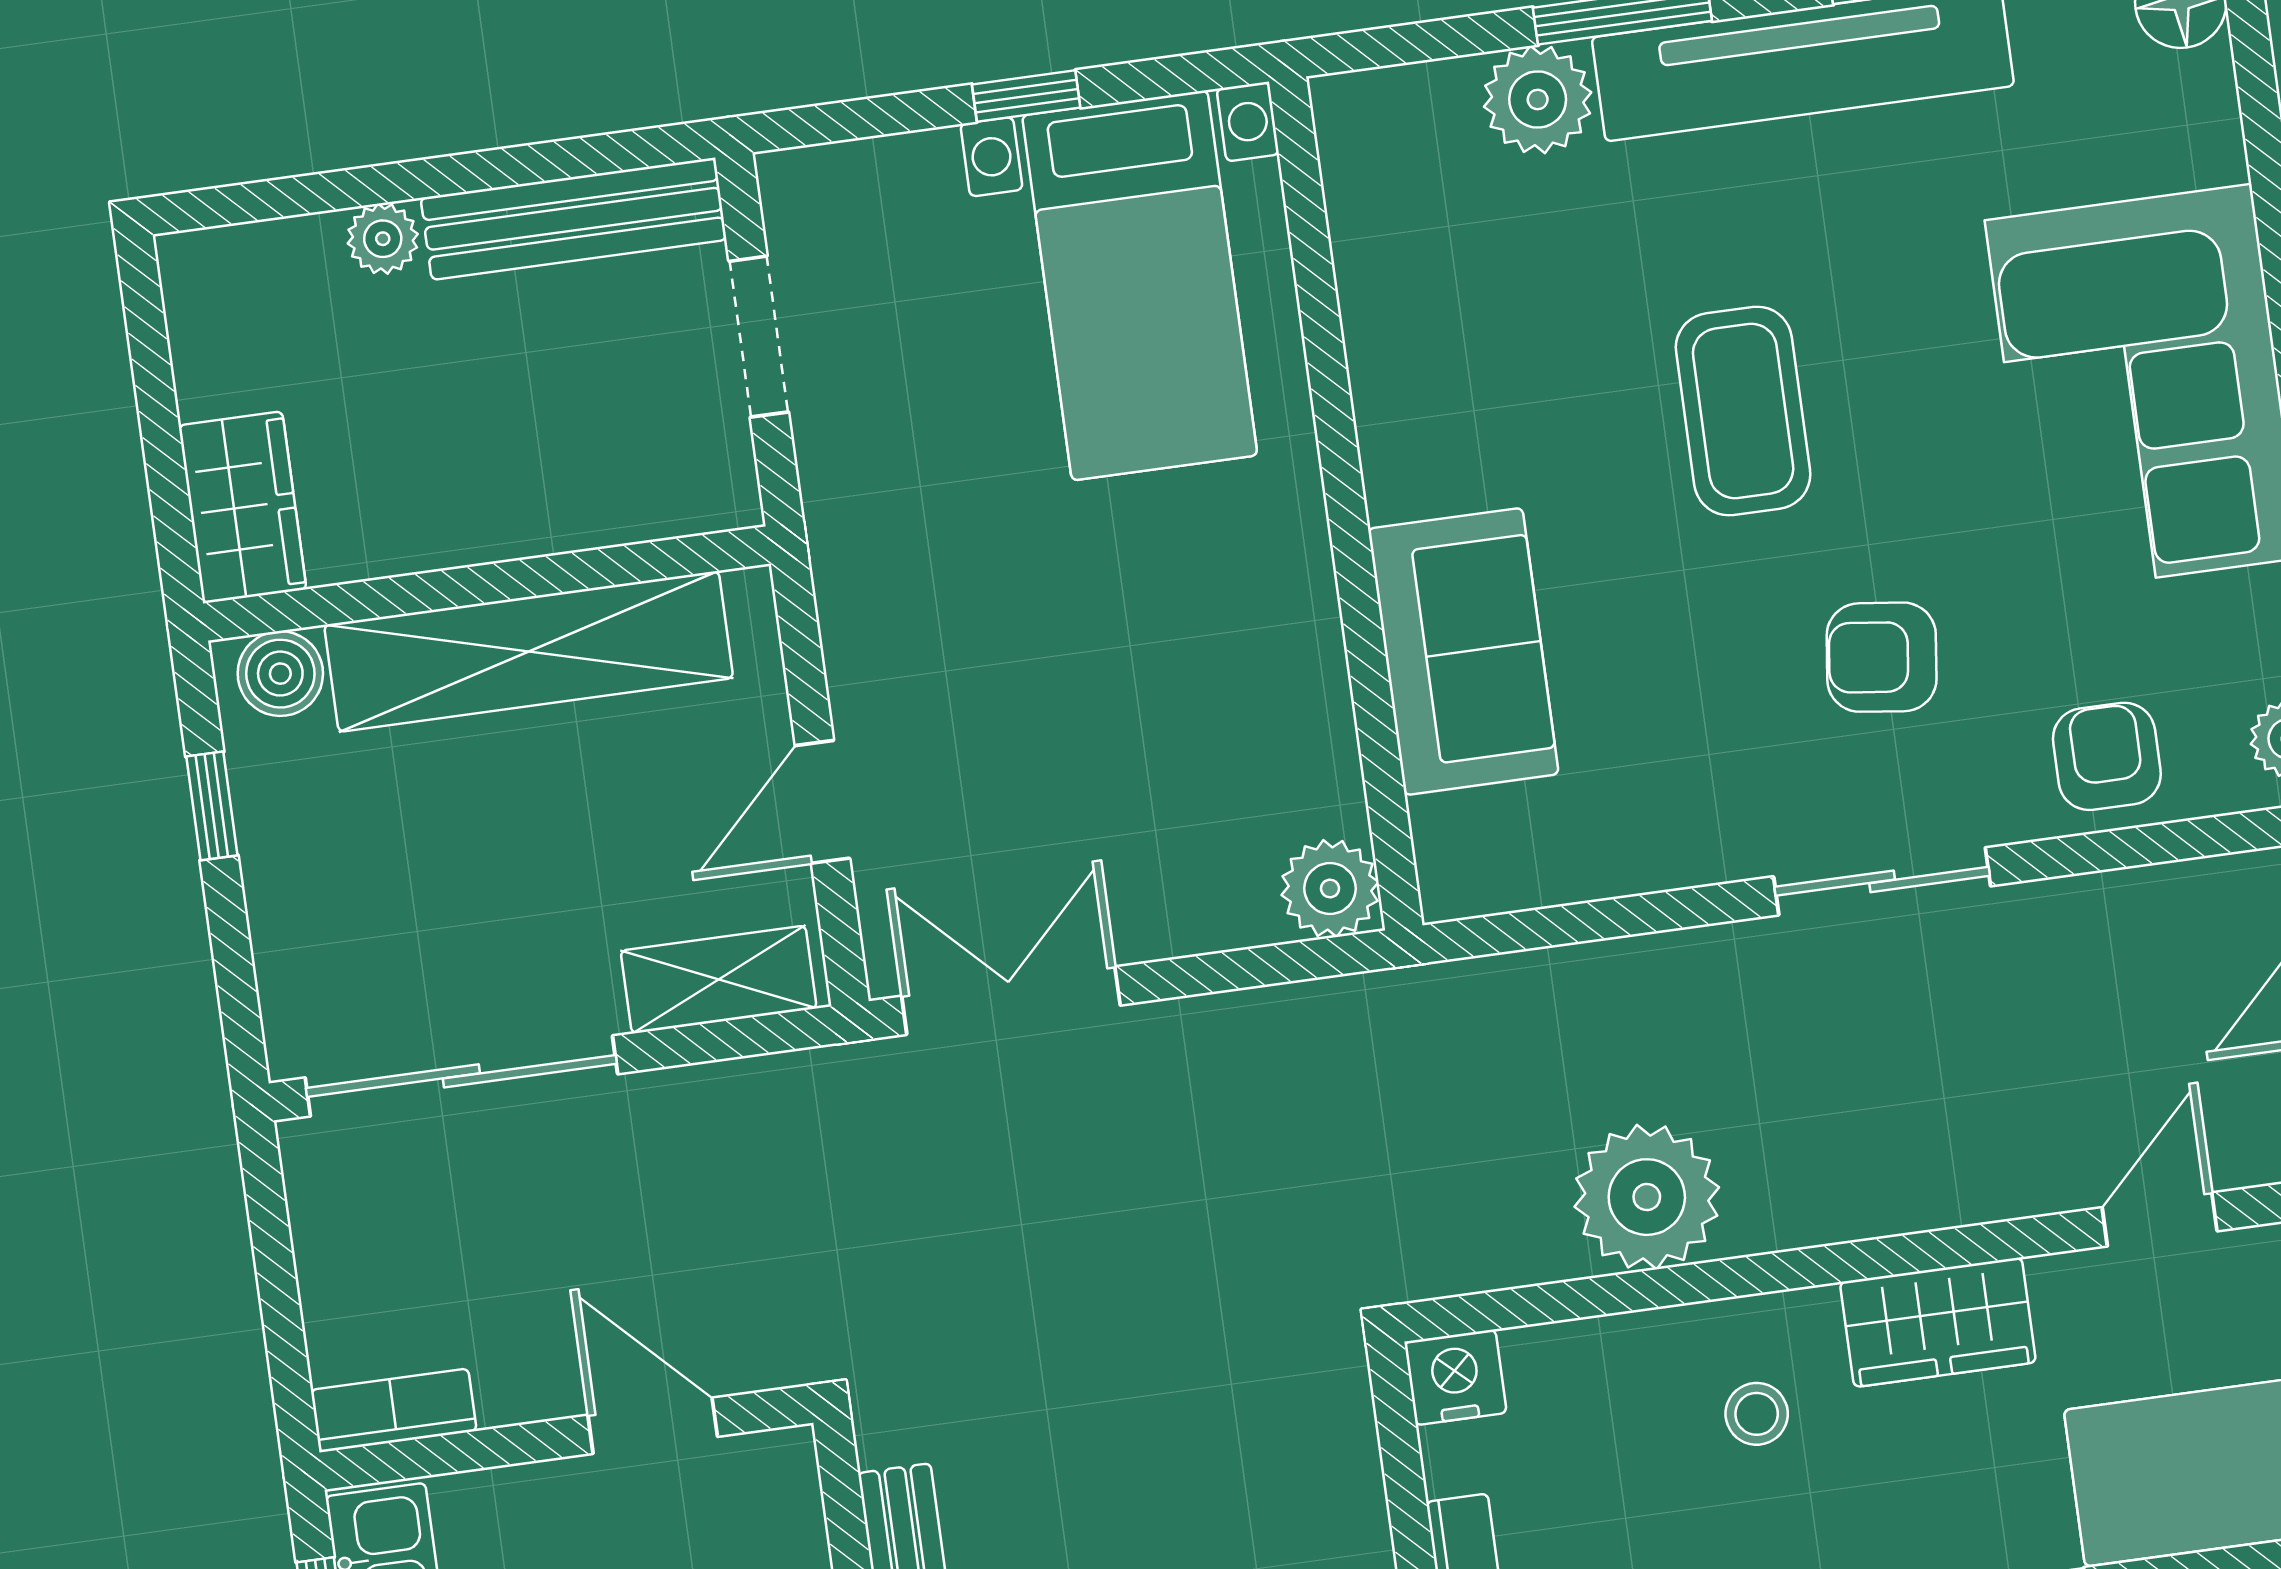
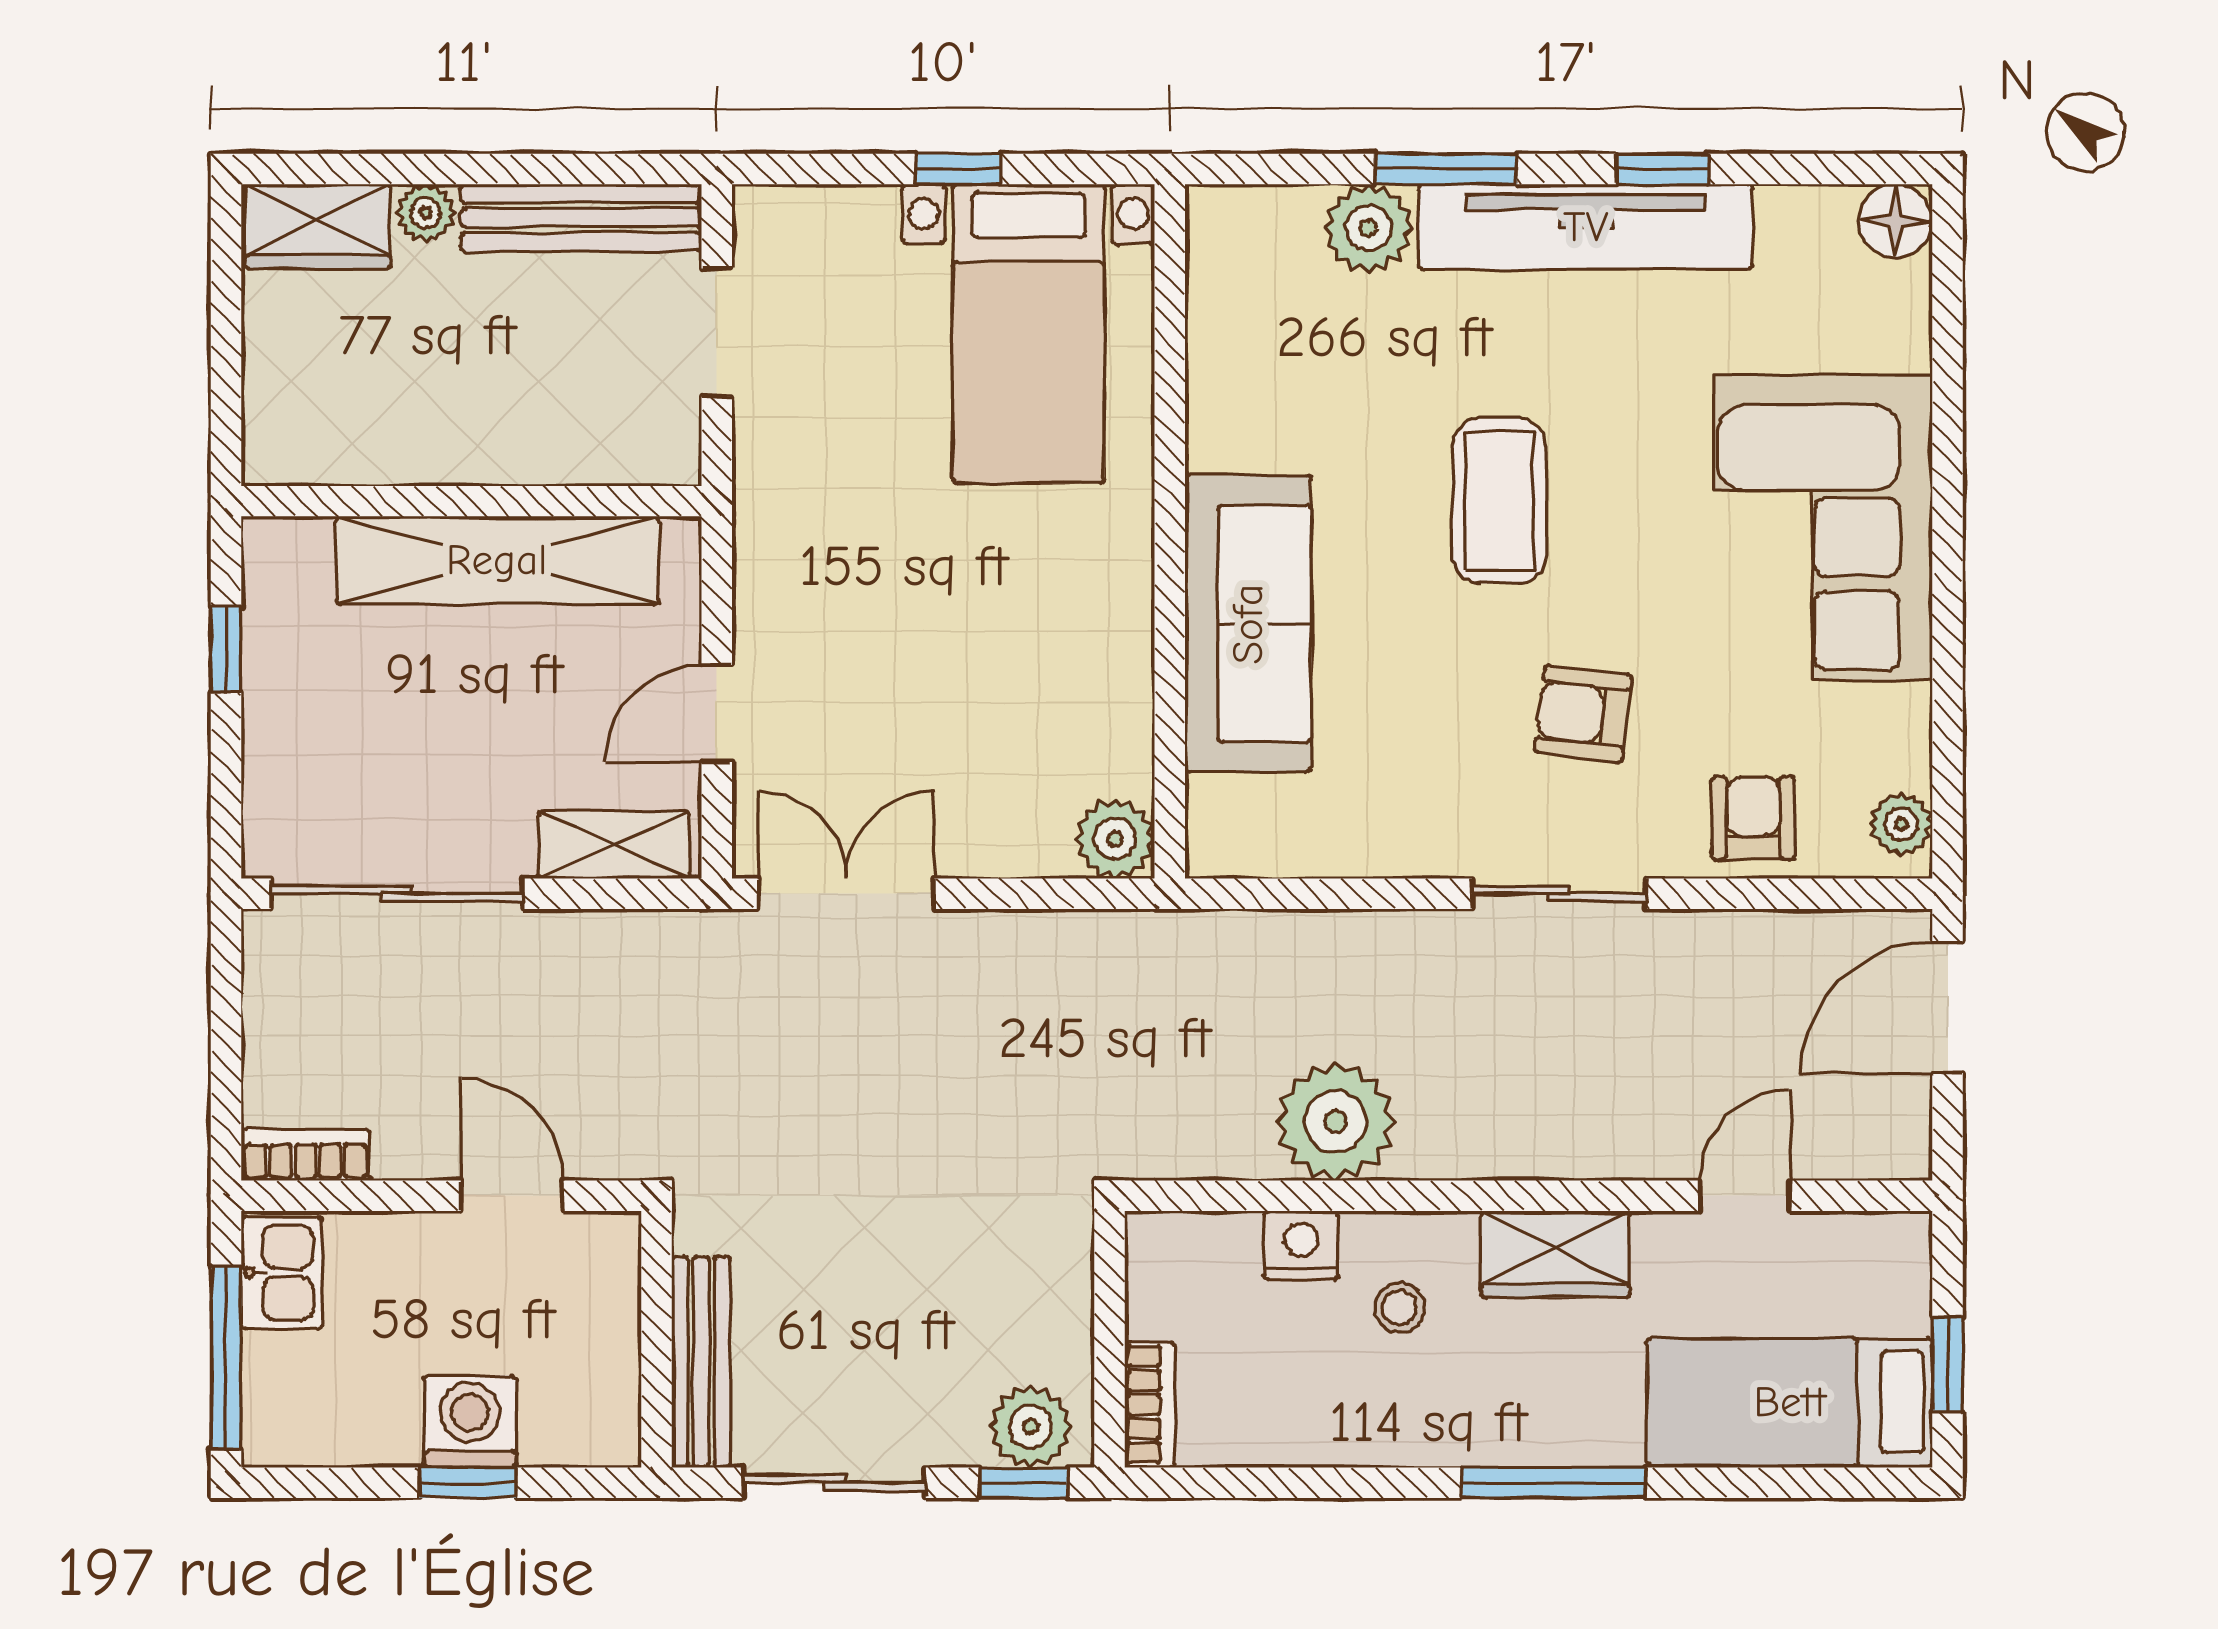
wardrobe: (242, 507) -> (318, 226), moved, turned 90
sofa: (1463, 651) -> (1248, 624), width x1.36
boiler: (280, 674) -> (296, 551), removed
nightstand: (1455, 1377) -> (1301, 1245), moved

